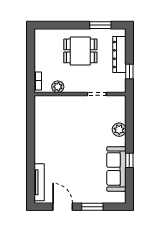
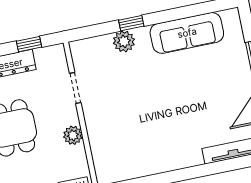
plant: (58, 87) -> (73, 135), moved
window: (129, 160) -> (131, 23), moved

